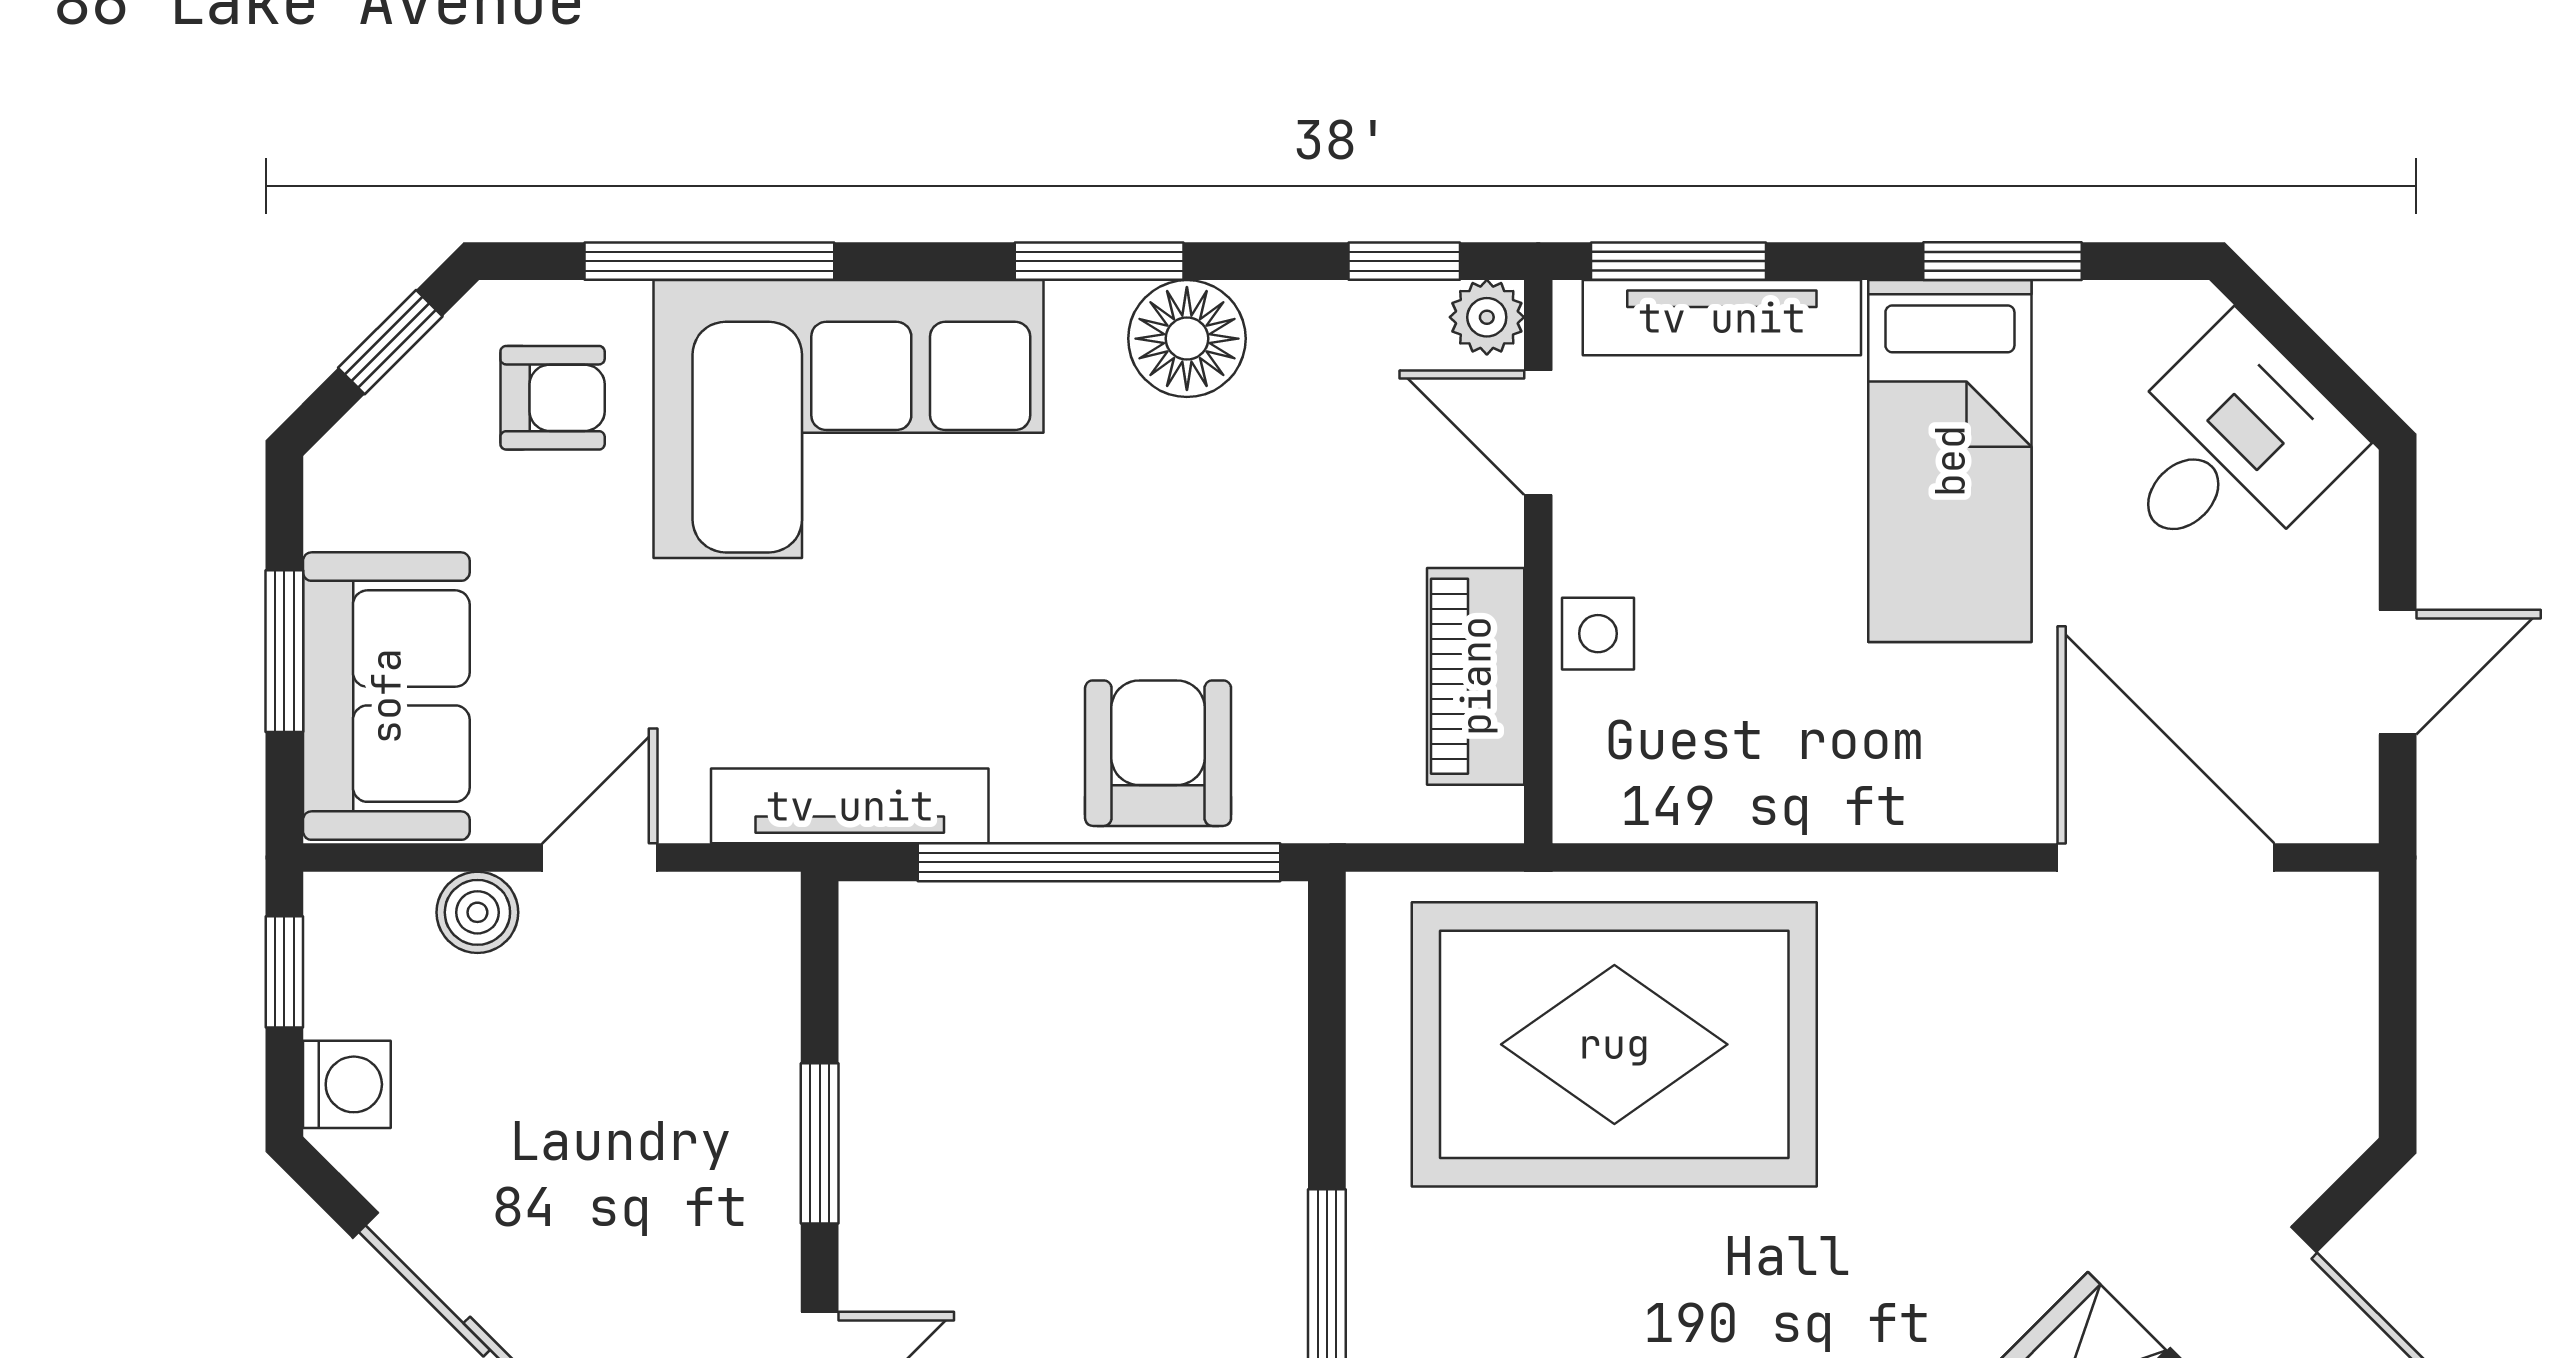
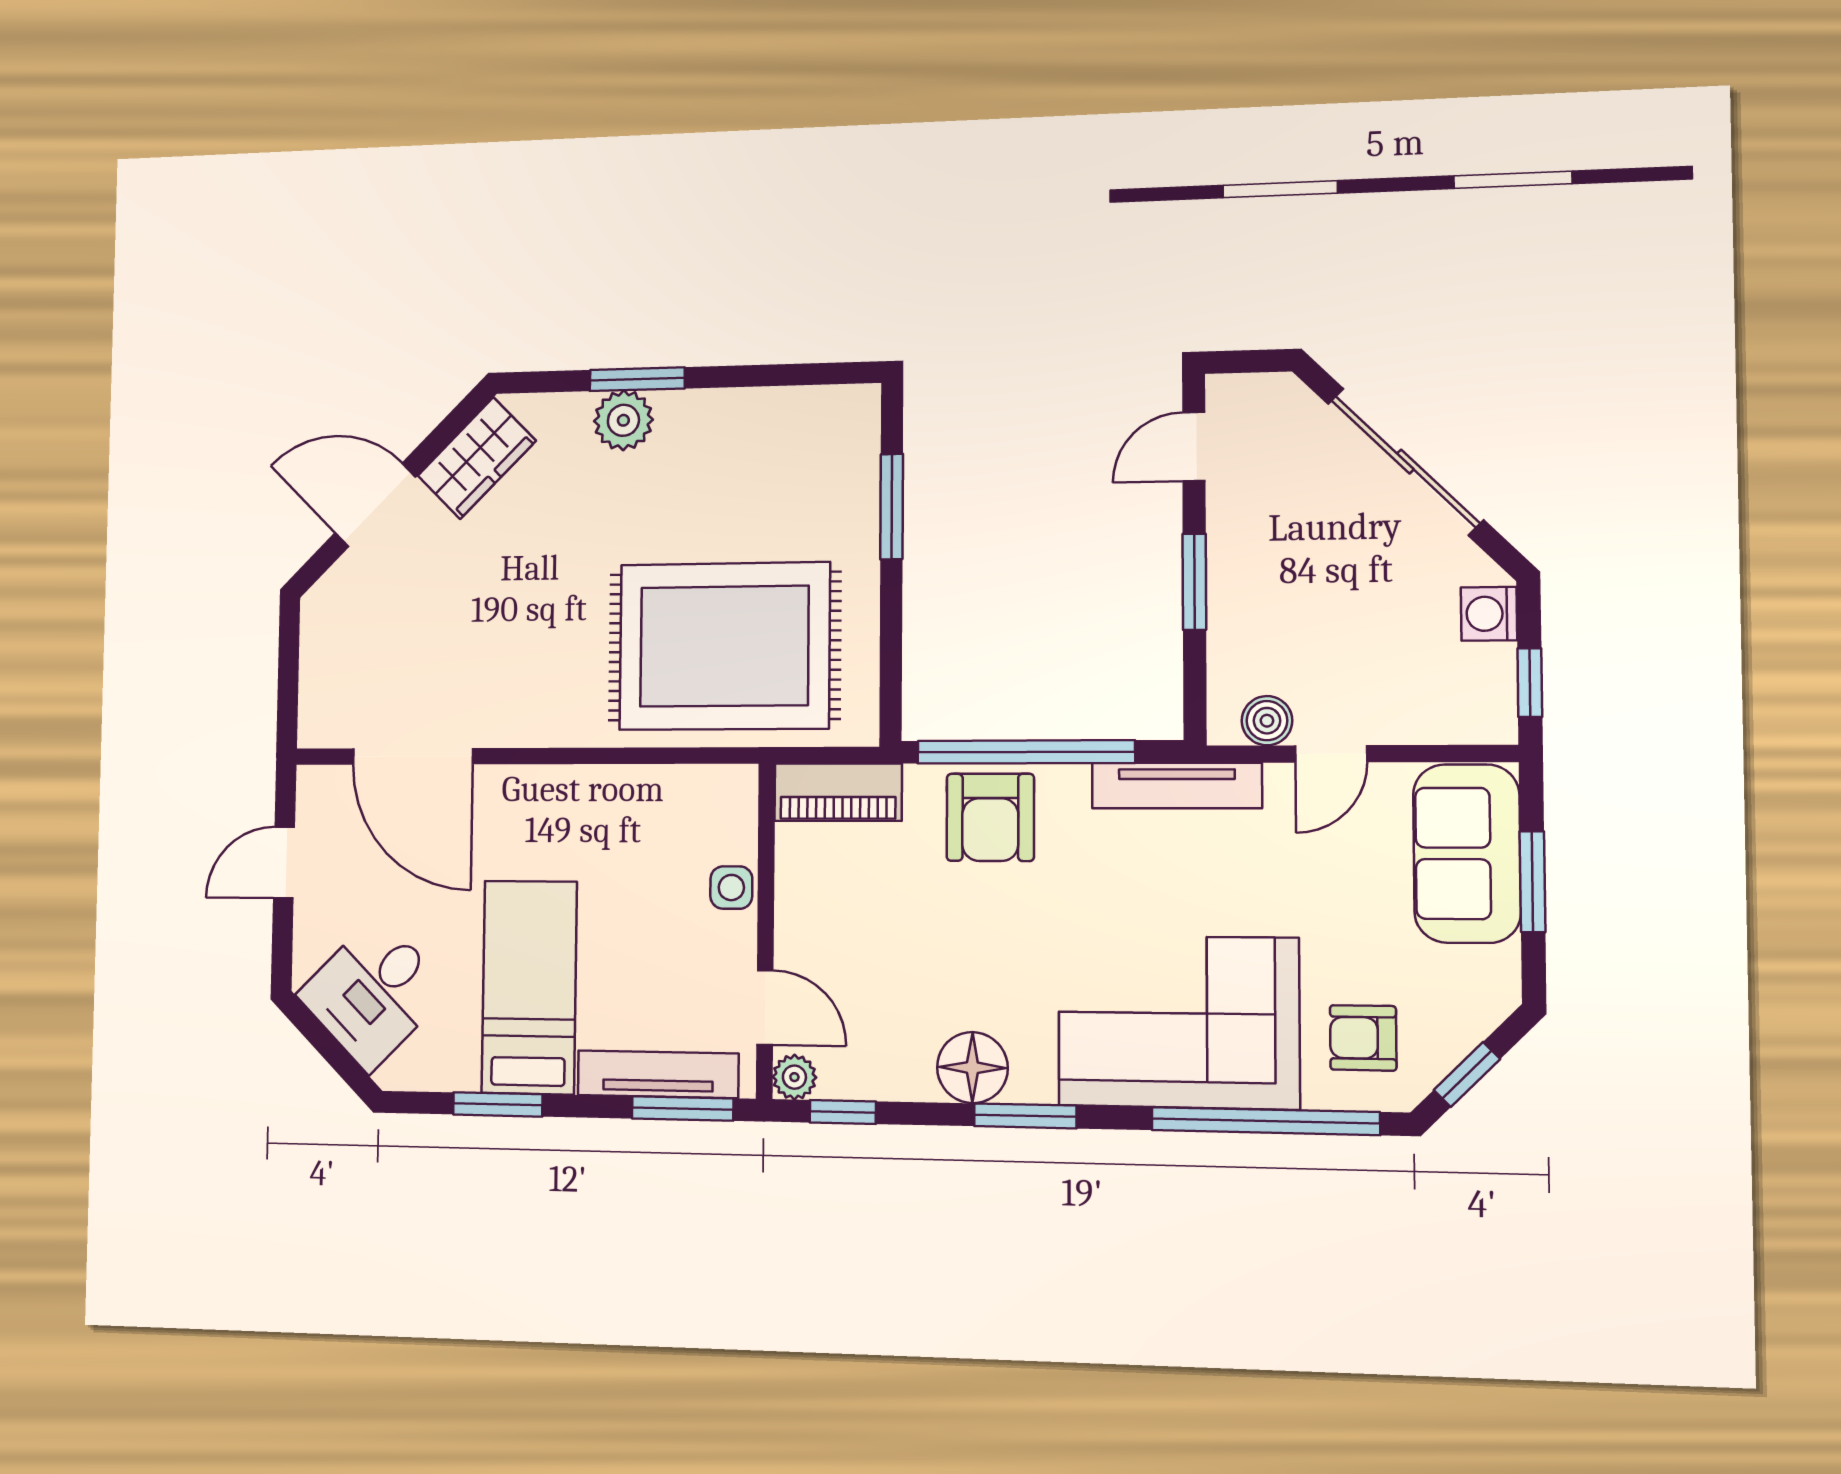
window: (709, 261) -> (1265, 1121), width x1.46
piano: (1476, 676) -> (838, 792), moved, turned 90
boiler: (477, 912) -> (1267, 721), moved

